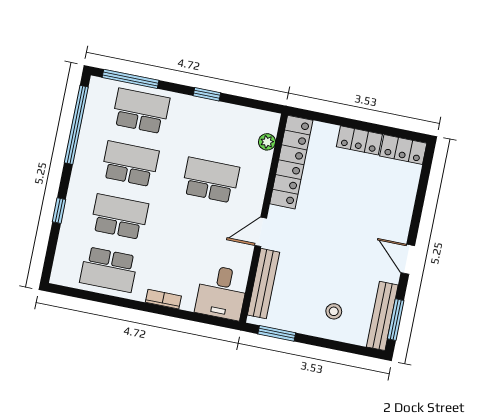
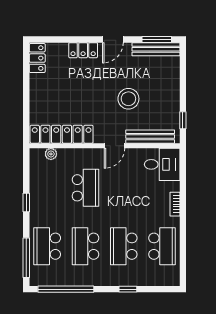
locker: (359, 140) -> (83, 50), moved, turned 90
school desk: (211, 180) -> (85, 188), turned 180
door: (261, 232) -> (115, 146), hinge flipped
stool: (334, 311) -> (128, 99), moved, width x1.89, depth x1.89
window: (277, 333) -> (183, 120), width x0.67

